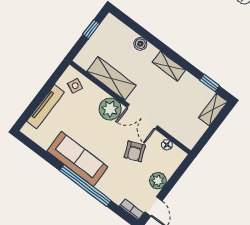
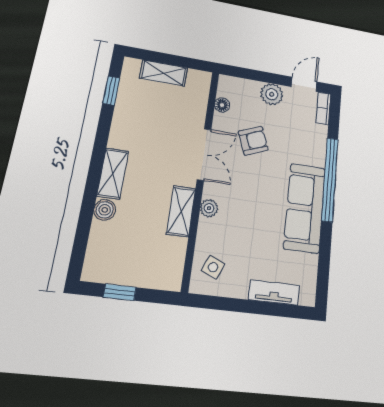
shelving: (169, 66) -> (113, 173), moved
shelving: (111, 78) -> (181, 211), width x0.67, depth x0.75
tv unit: (45, 107) -> (274, 292), width x0.71
plant: (110, 109) -> (209, 208), width x0.53, depth x0.53
shelving: (213, 110) -> (164, 73), moved

